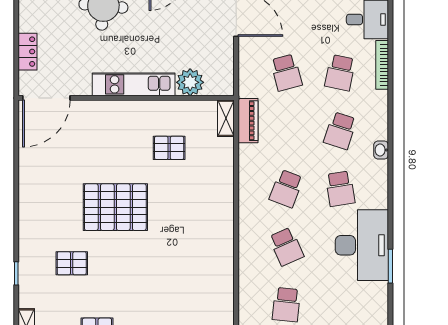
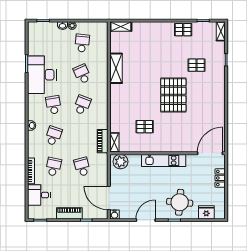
plant: (190, 82) -> (120, 162), moved
pallet: (115, 207) -> (173, 95), turned 90
shelving: (223, 257) -> (116, 68), added

